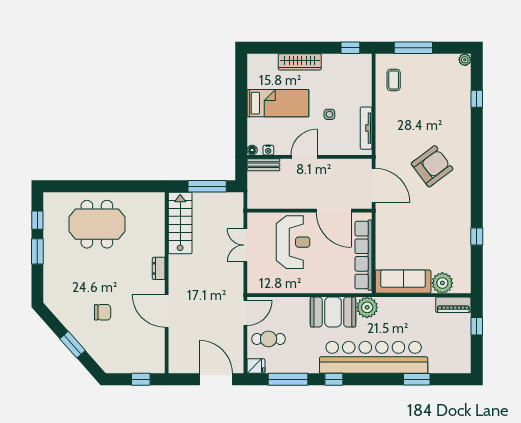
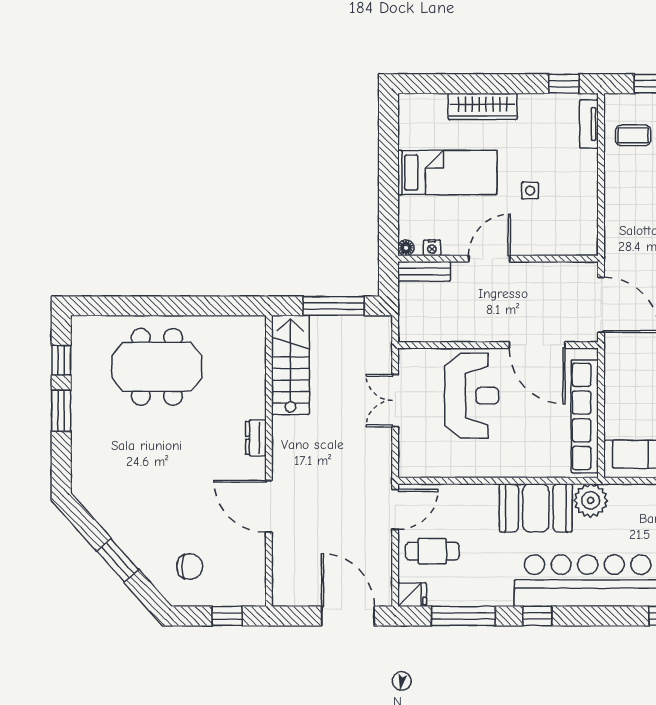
coffee table: (394, 80) -> (633, 135), turned 90
tv unit: (366, 128) -> (589, 124), moved, width x0.71
chair: (103, 312) -> (190, 567), moved

